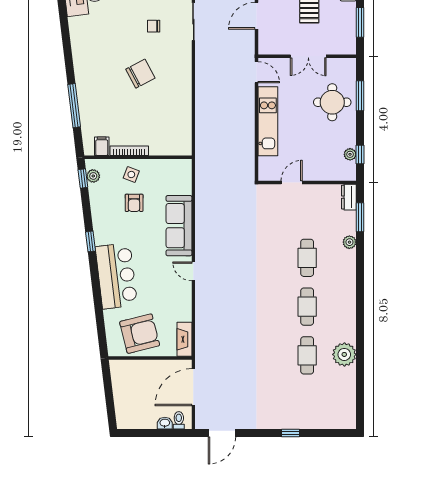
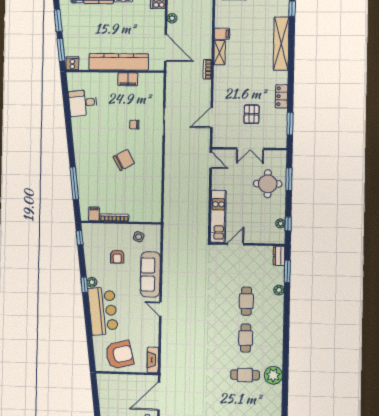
kitchen unit: (268, 121) -> (218, 216), moved
side table: (131, 175) -> (139, 237), moved
plant: (93, 176) -> (92, 282), moved
cafe table: (307, 355) -> (245, 375), turned 90

